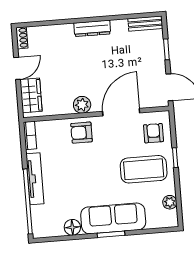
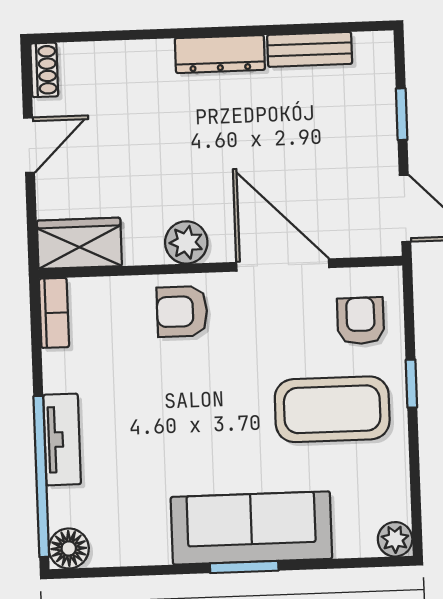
bench: (145, 24) -> (310, 49), moved
wardrobe: (31, 95) -> (79, 243), moved, turned -90
door: (121, 112) -> (283, 265), hinge flipped
tv unit: (35, 179) -> (62, 439), width x0.71
plant: (170, 202) -> (395, 539), moved
floor lamp: (72, 227) -> (69, 548), moved

